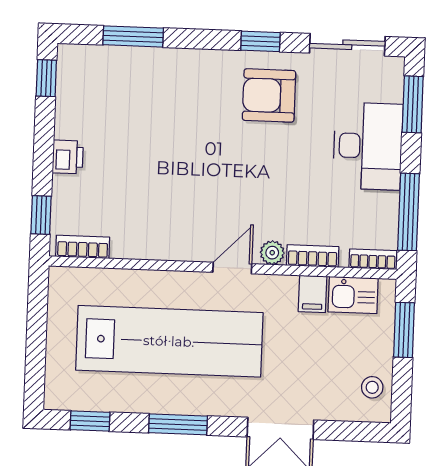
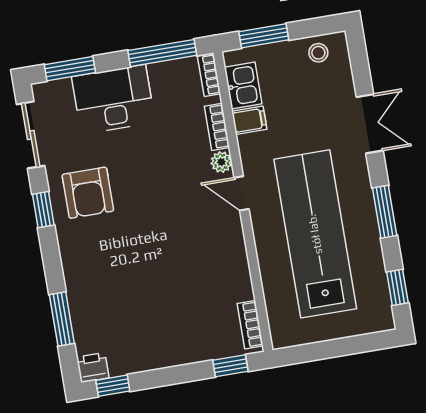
printer: (68, 157) -> (93, 368), moved

